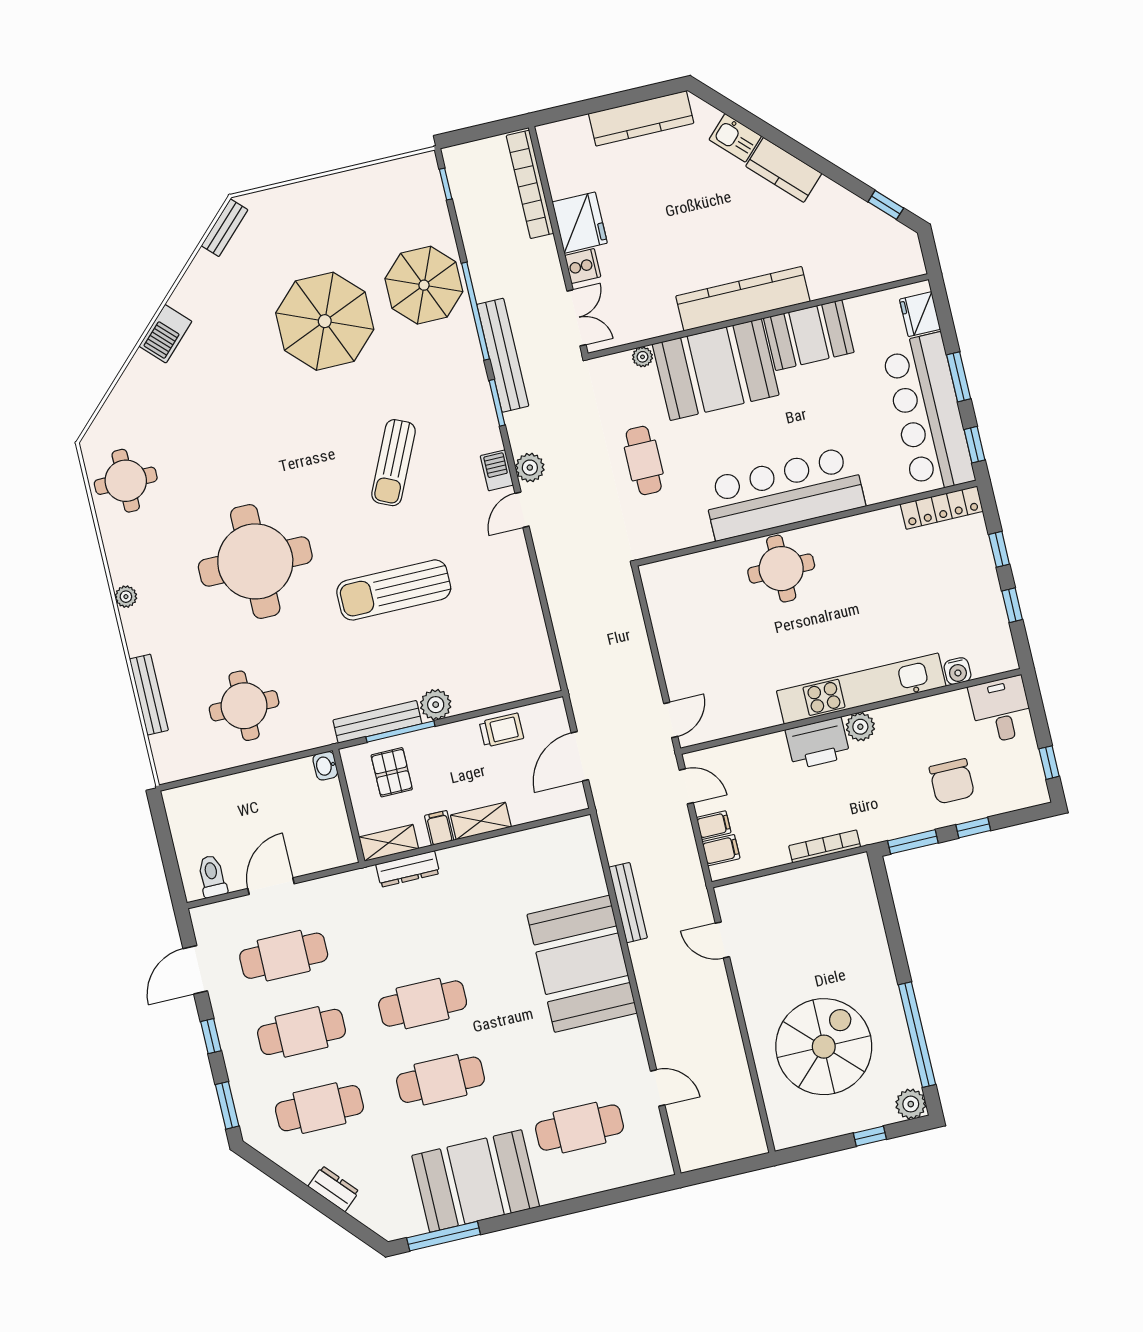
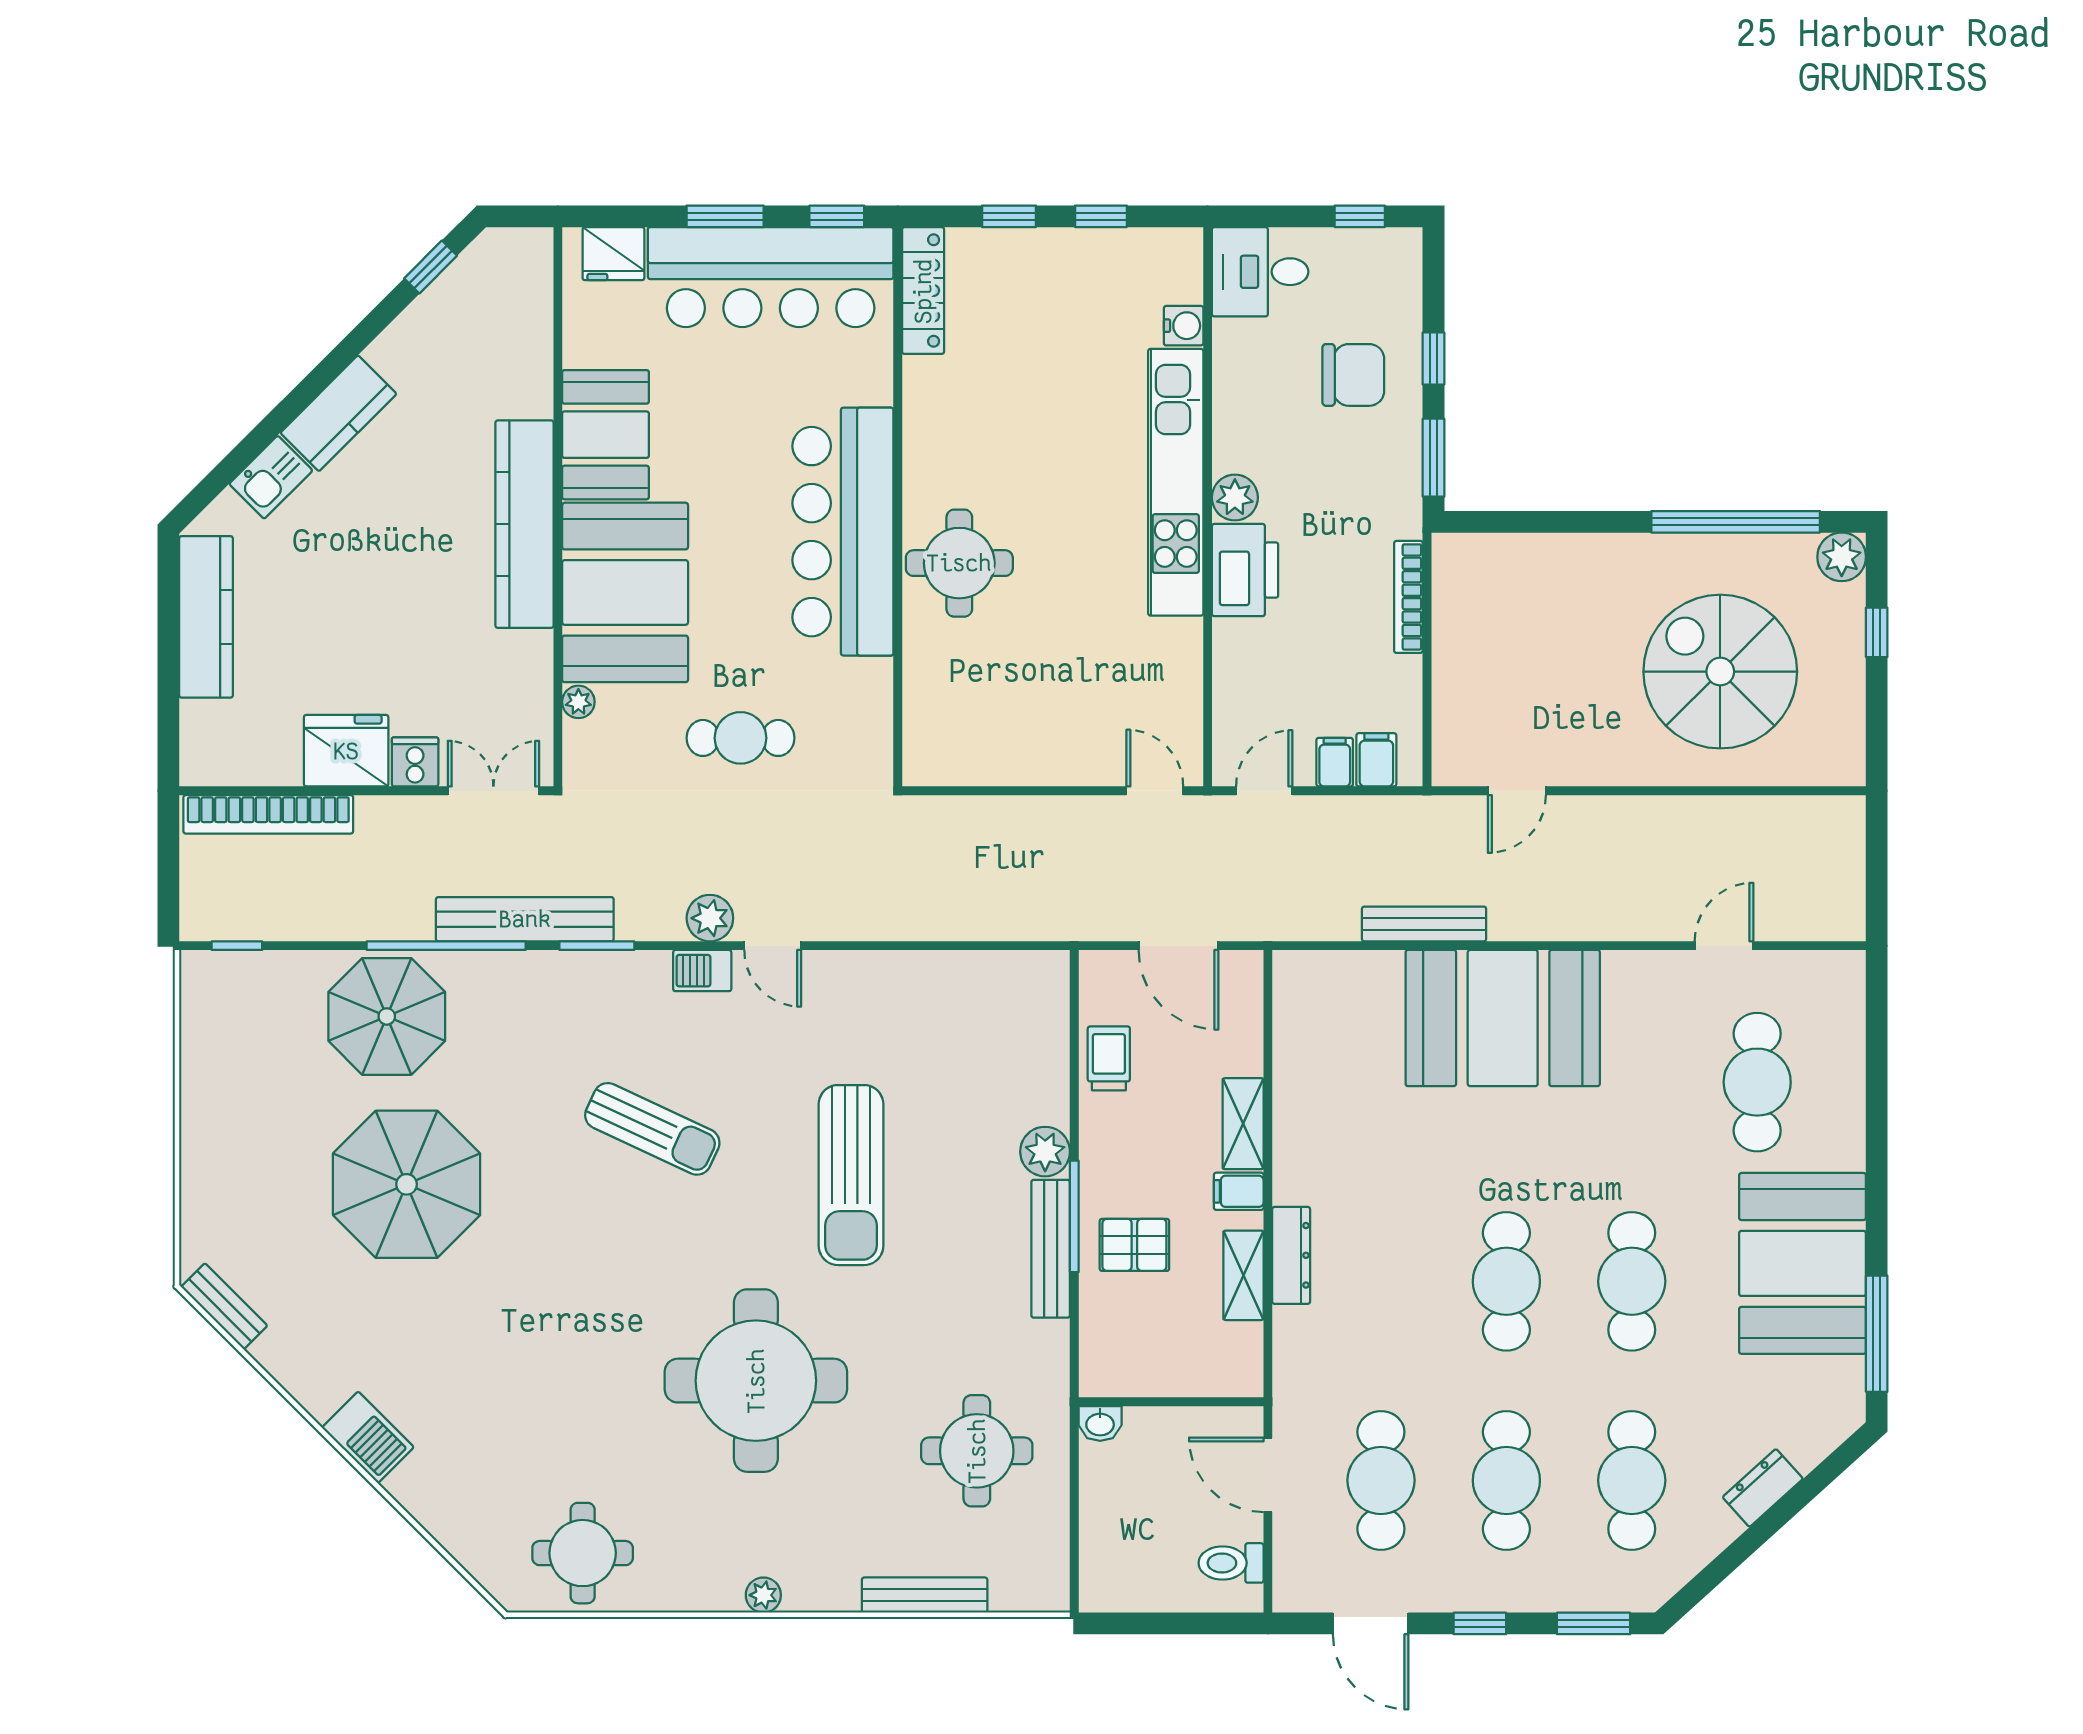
washbasin: (325, 766) -> (1100, 1423), moved
wall: (349, 806) -> (1171, 1402), moved

